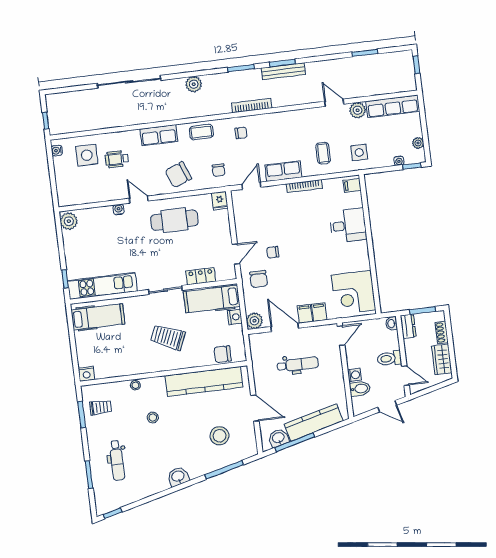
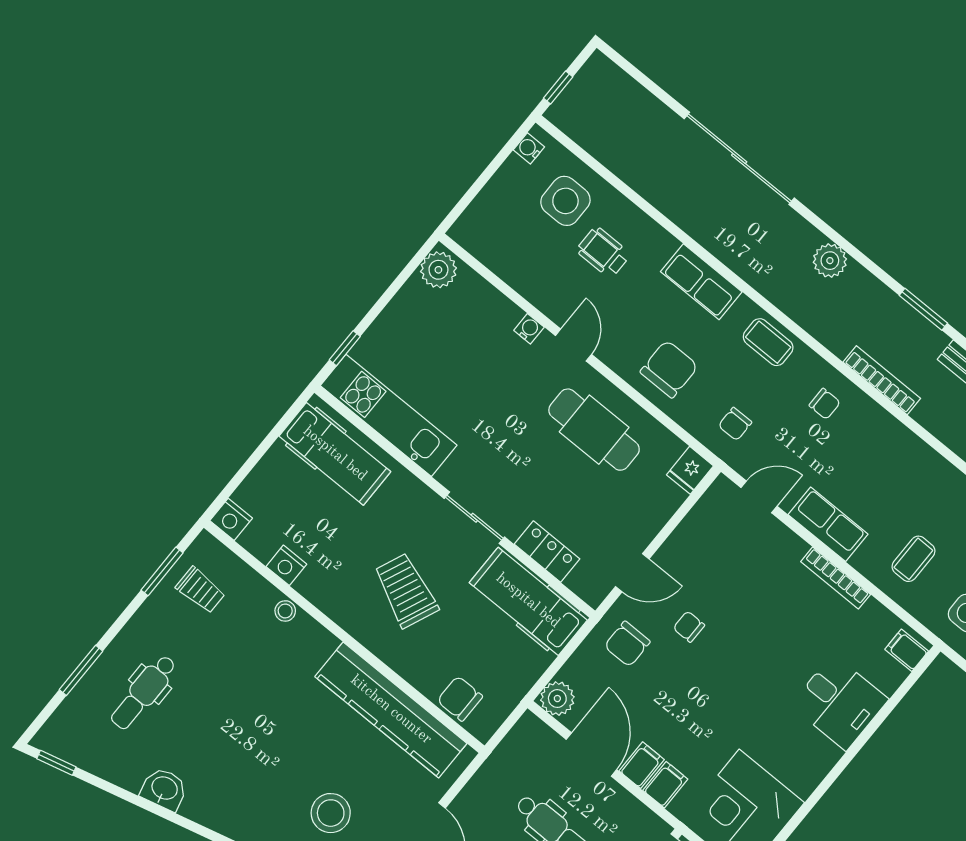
chair: (178, 175) -> (669, 369), turned 111
nightstand: (235, 317) -> (286, 565), moved, turned 90
stool: (153, 418) -> (261, 685), removed
washbasin: (178, 477) -> (164, 789), moved

